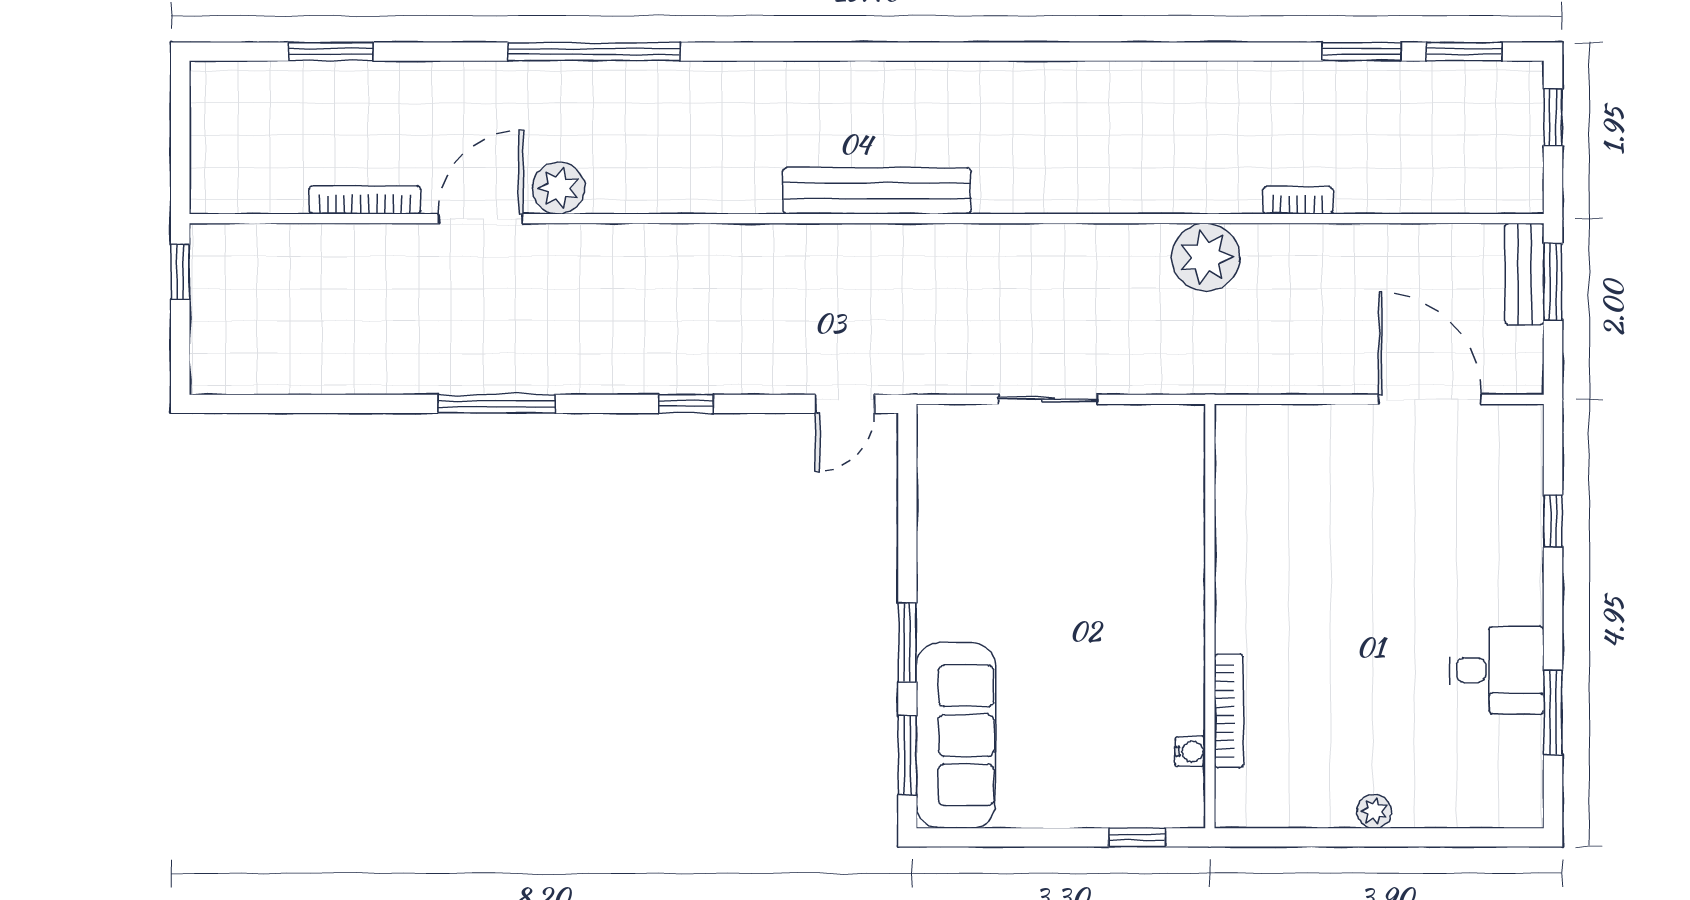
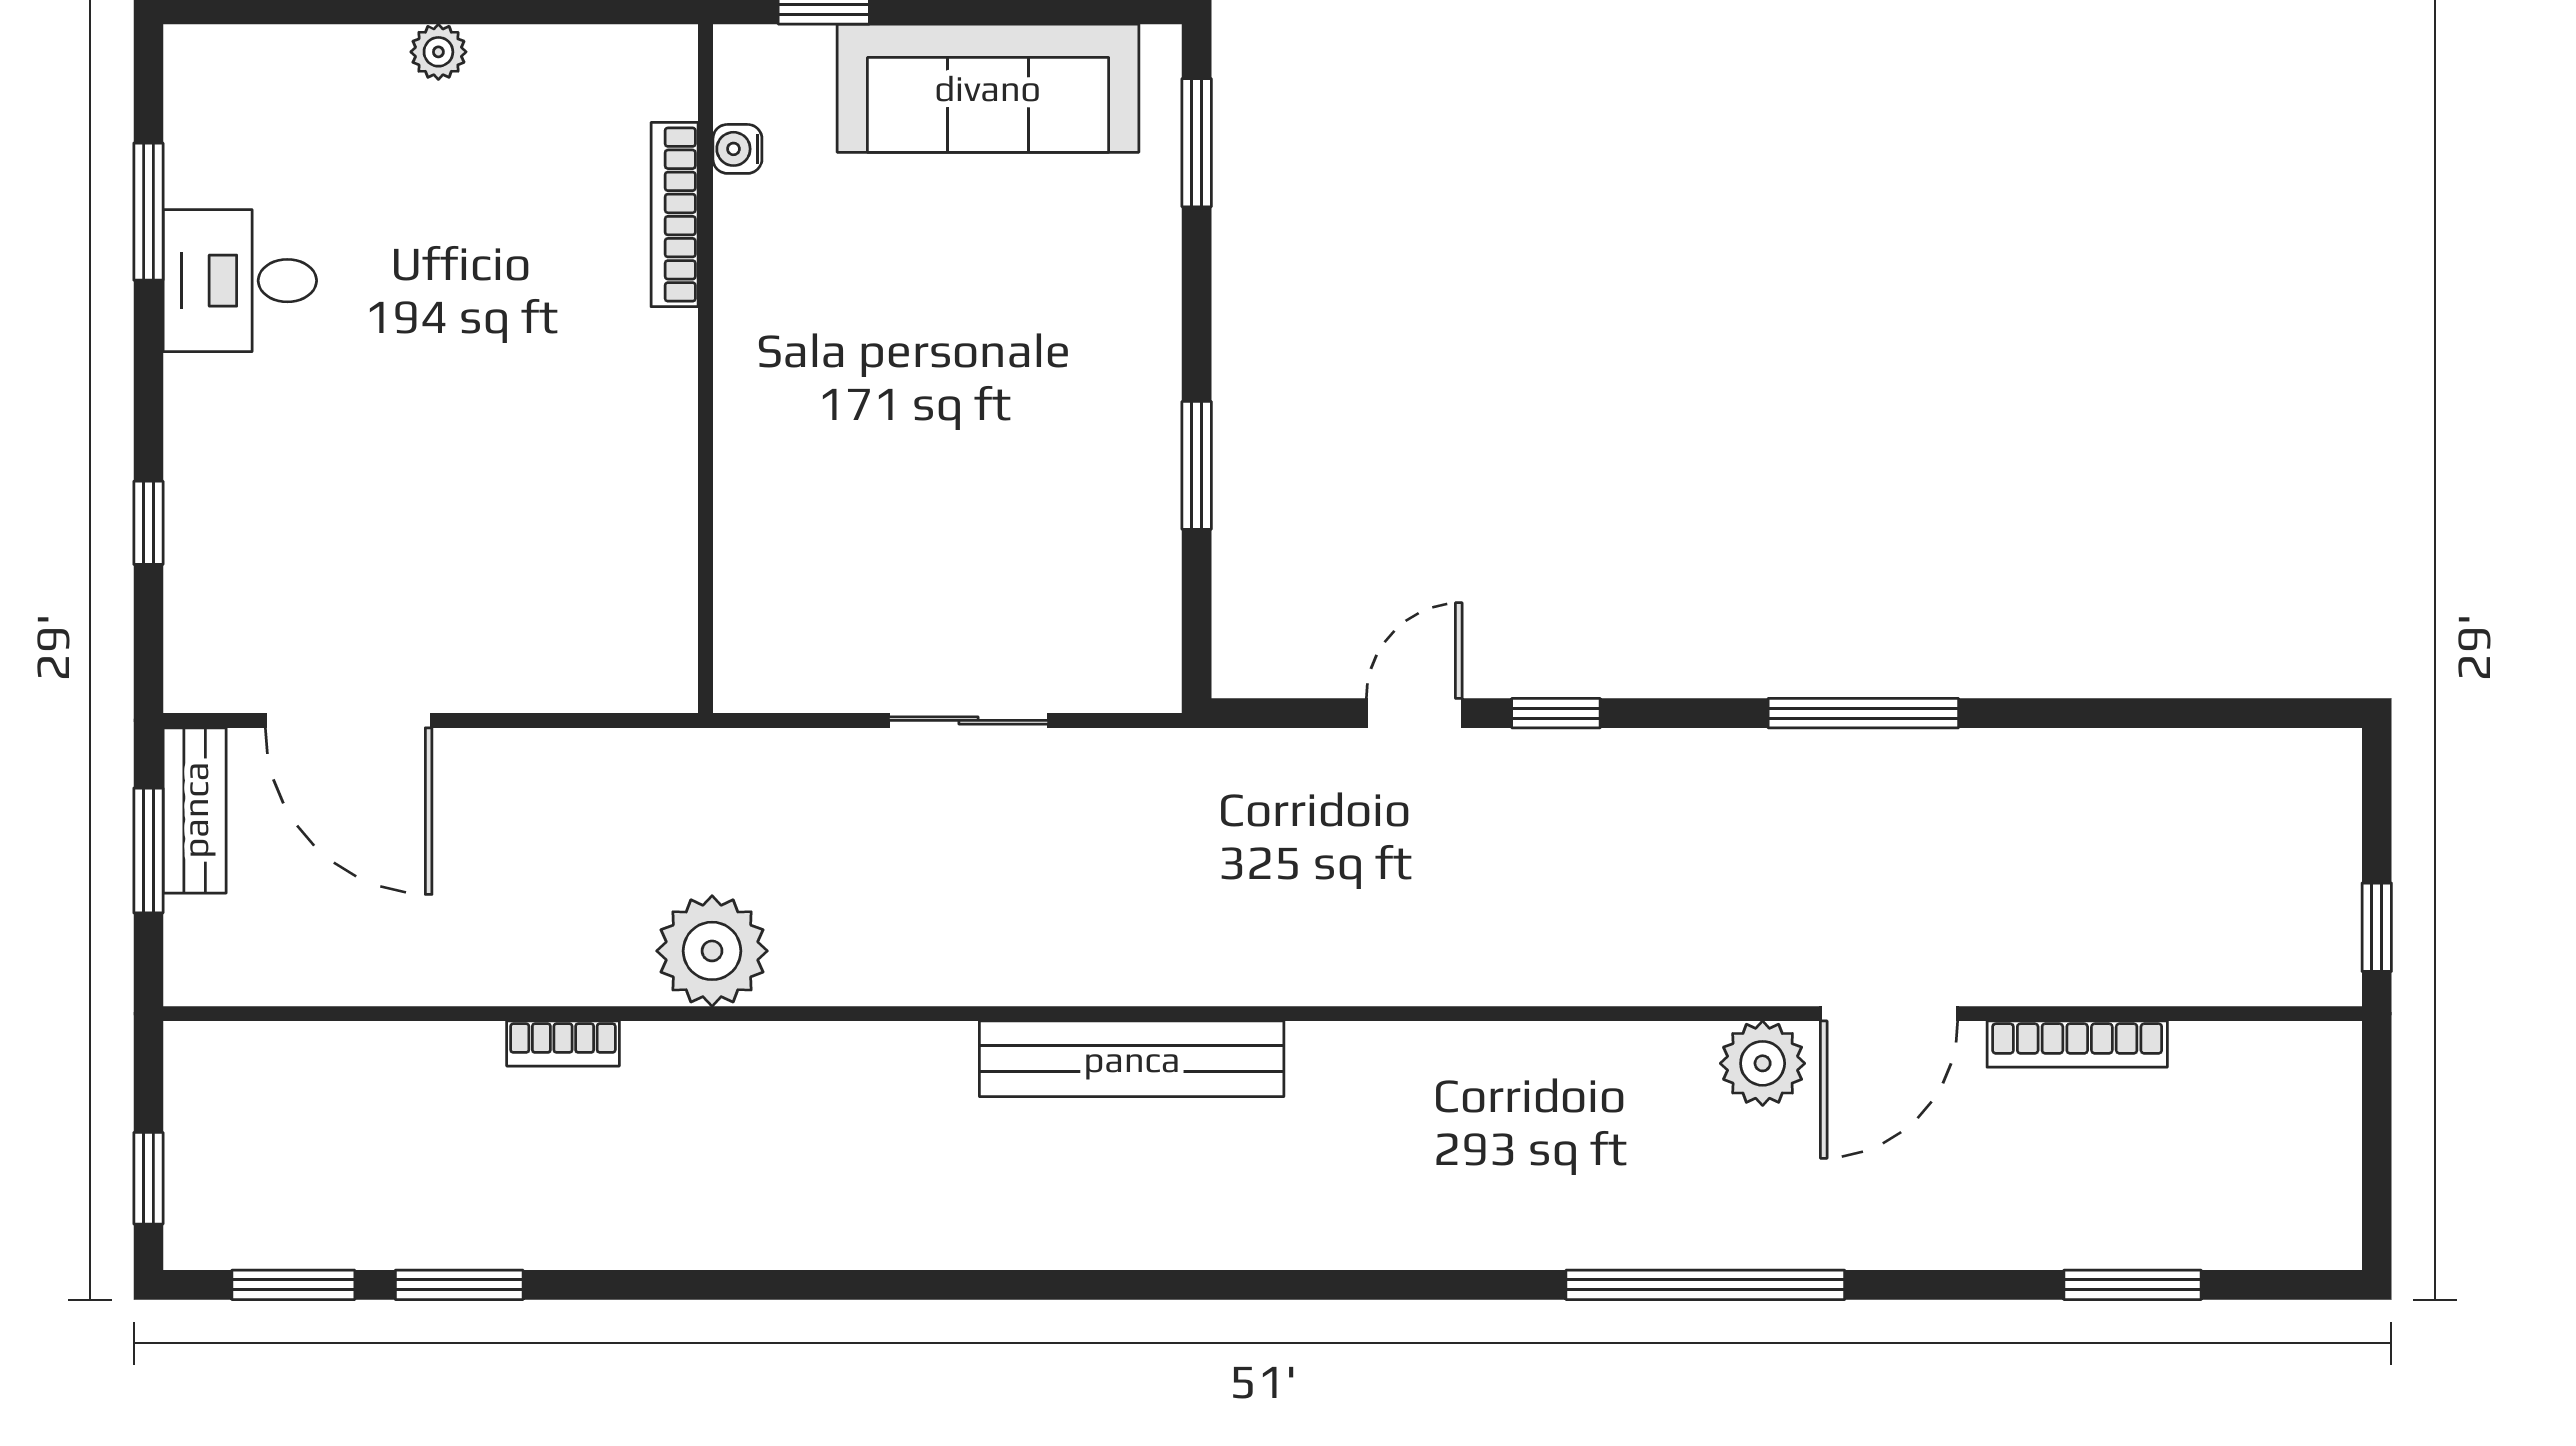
bench: (877, 191) -> (1132, 1059), moved
bench: (1525, 274) -> (195, 810), moved
window: (1553, 282) -> (148, 850), moved
door: (845, 404) -> (1414, 713), moved
window: (907, 643) -> (1197, 465), moved
sofa: (956, 735) -> (988, 88), moved, turned -90

